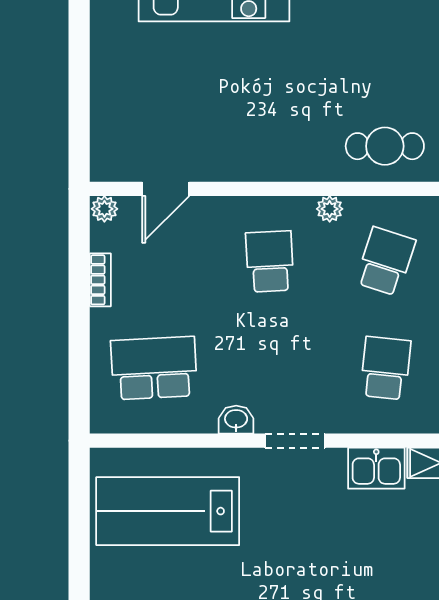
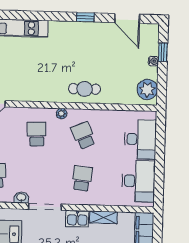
school desk: (386, 261) -> (83, 135), turned -42
doorway: (295, 441) -> (45, 207), width x1.38

